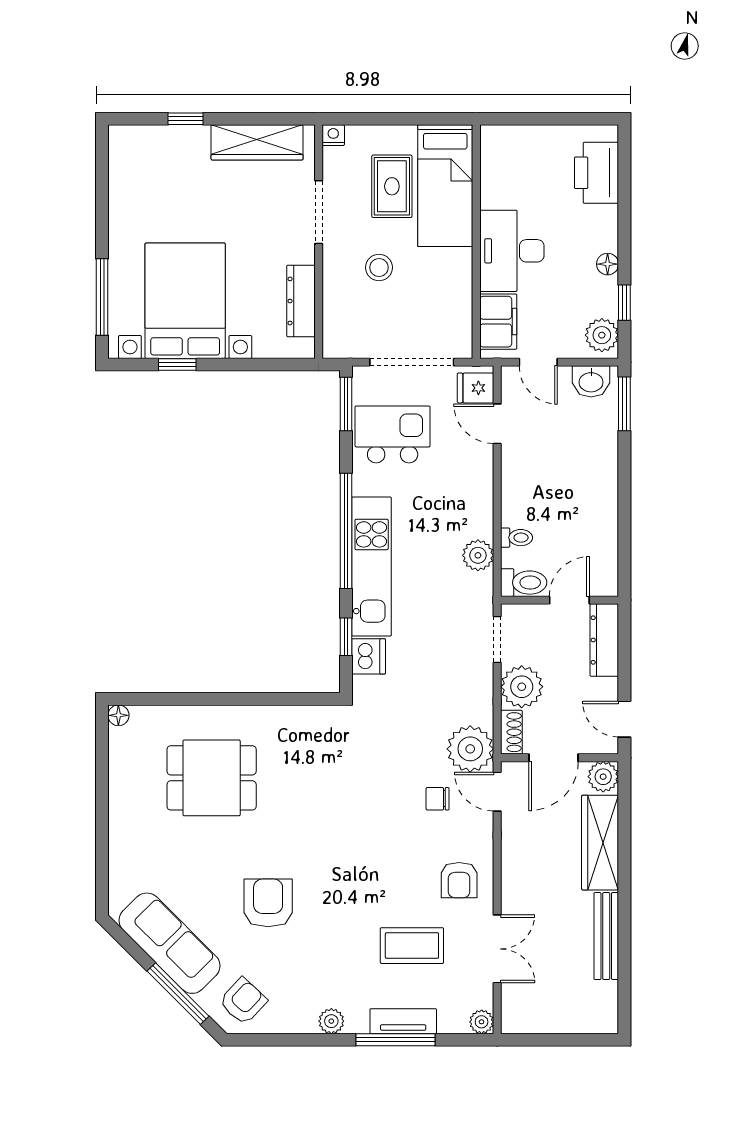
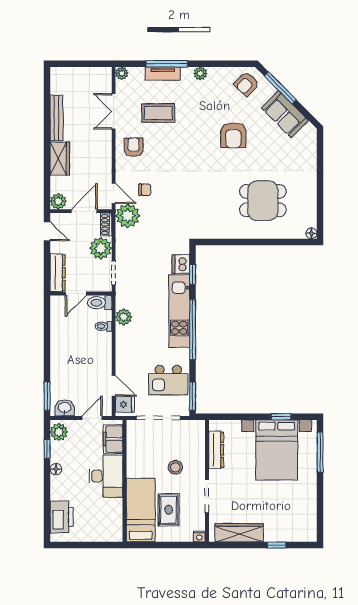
door: (538, 362) -> (92, 418), hinge flipped
wardrobe: (600, 843) -> (60, 159), width x0.67
sofa: (170, 943) -> (285, 114), width x0.73

